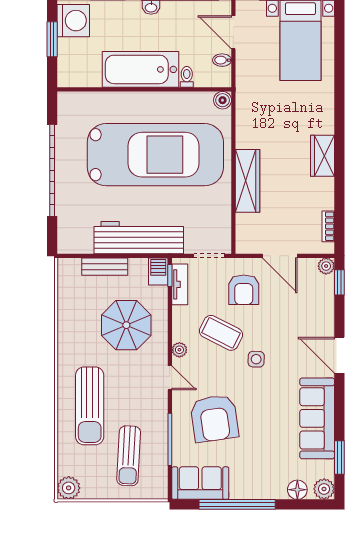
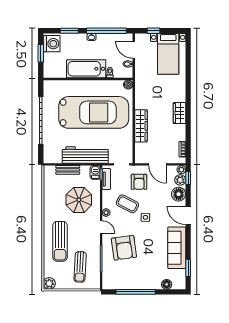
floor lamp: (321, 314) -> (179, 194), added
sofa: (200, 483) -> (117, 281), removed
plant: (324, 489) -> (180, 180), moved

